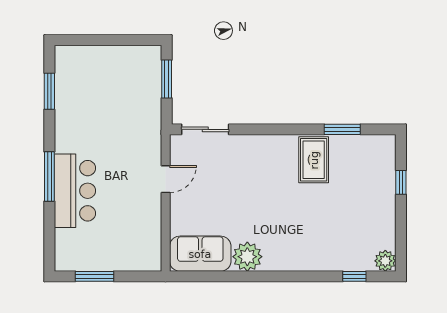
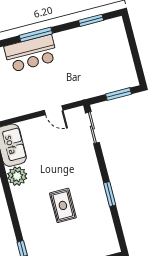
window: (342, 129) -> (110, 194), moved
rug: (314, 160) -> (63, 205), moved, turned 90

